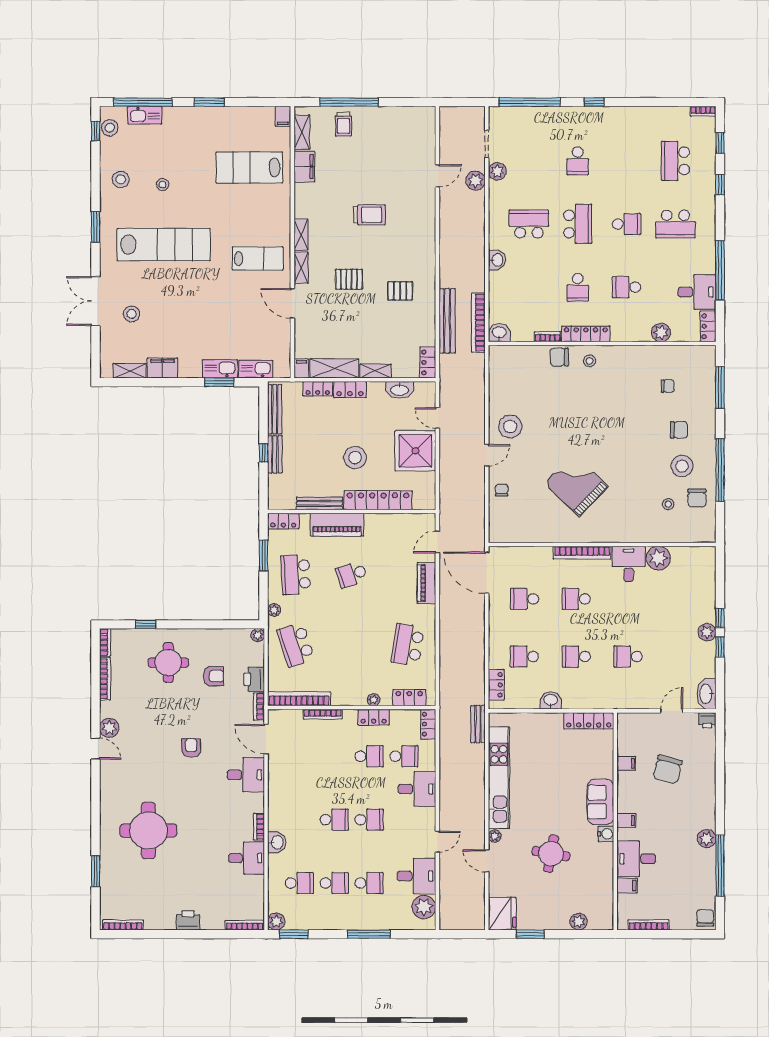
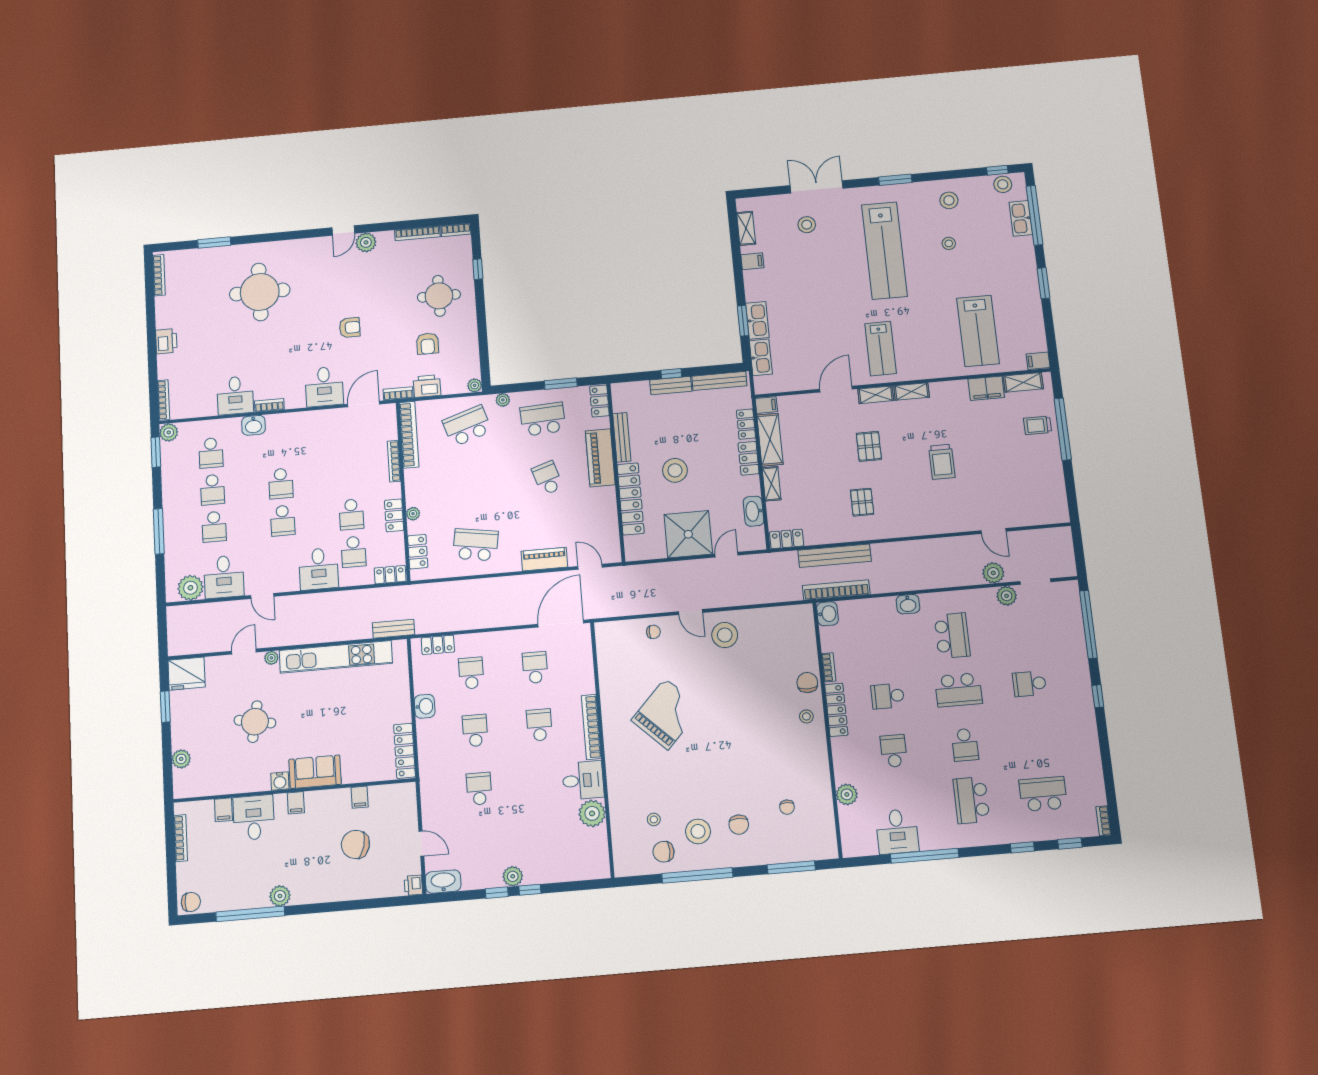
lab bench: (249, 168) -> (978, 331), turned 180
locker: (708, 326) -> (859, 848), removed
filing cabinet: (162, 368) -> (752, 261), width x0.50

